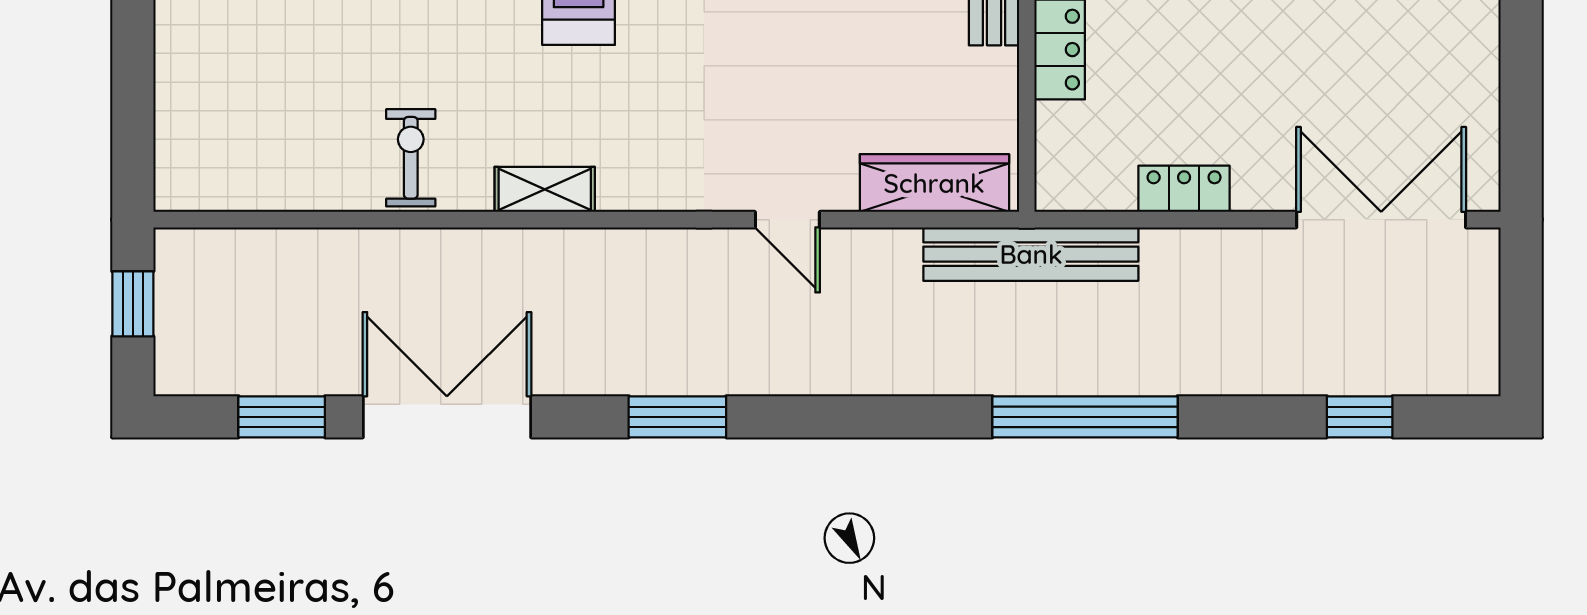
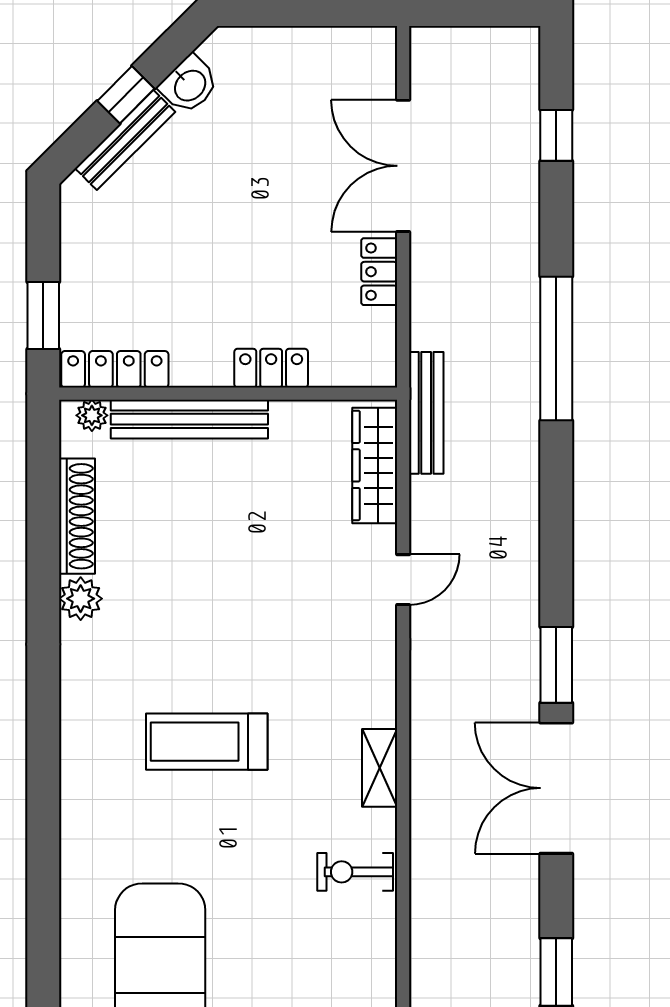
double door: (1381, 220) -> (403, 166), moved
bench: (1031, 254) -> (426, 413), width x0.73, depth x0.82
double door: (447, 417) -> (556, 788), moved

